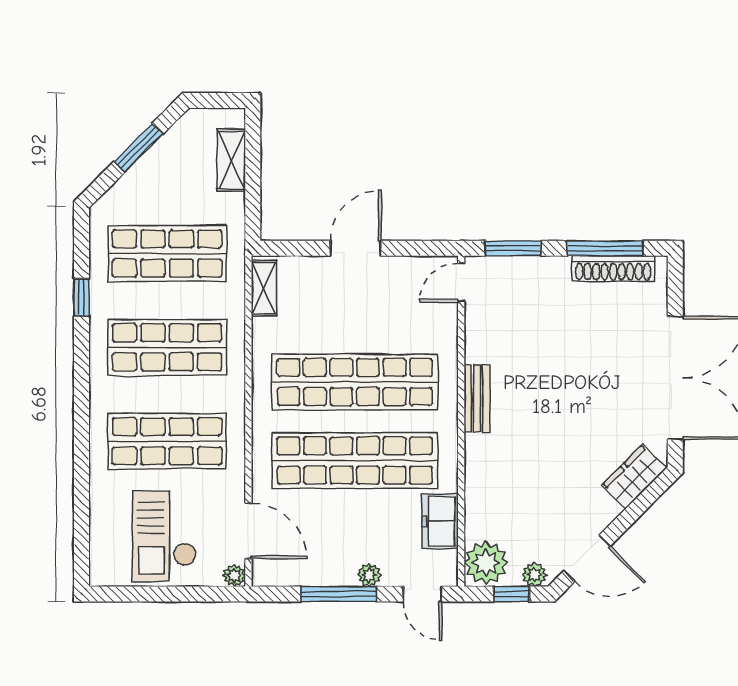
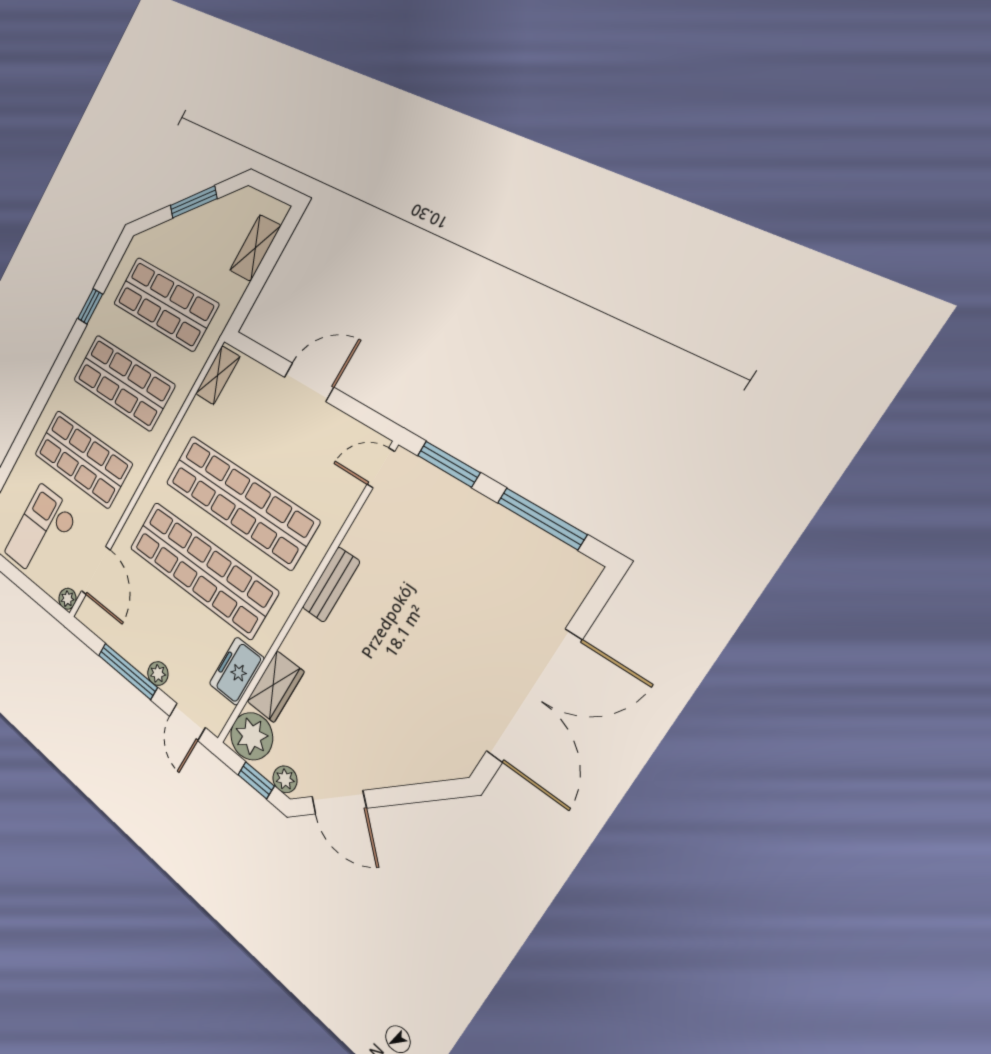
shoe rack: (613, 269) -> (537, 544), removed
wardrobe: (634, 477) -> (275, 687), moved, turned 135

